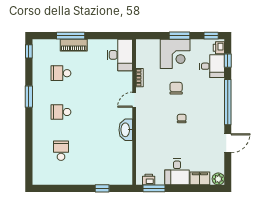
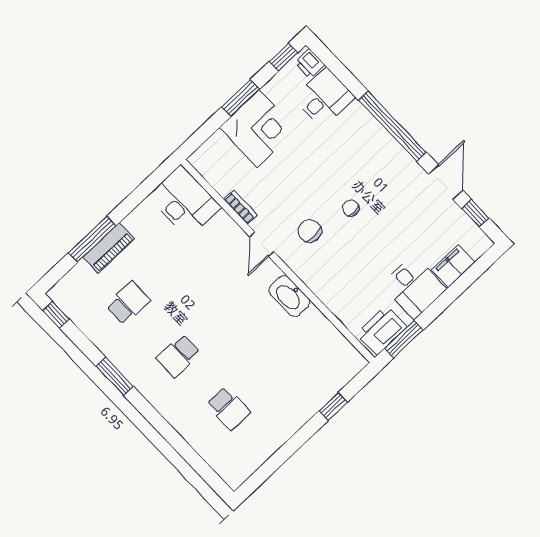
window: (228, 61) -> (475, 213), moved
school desk: (61, 73) -> (128, 303), turned 180
chair: (176, 88) -> (310, 231), moved
school desk: (61, 151) -> (228, 408), turned 180
plant: (218, 179) -> (479, 243), removed
printer: (149, 180) -> (382, 330), width x1.87, depth x1.48

